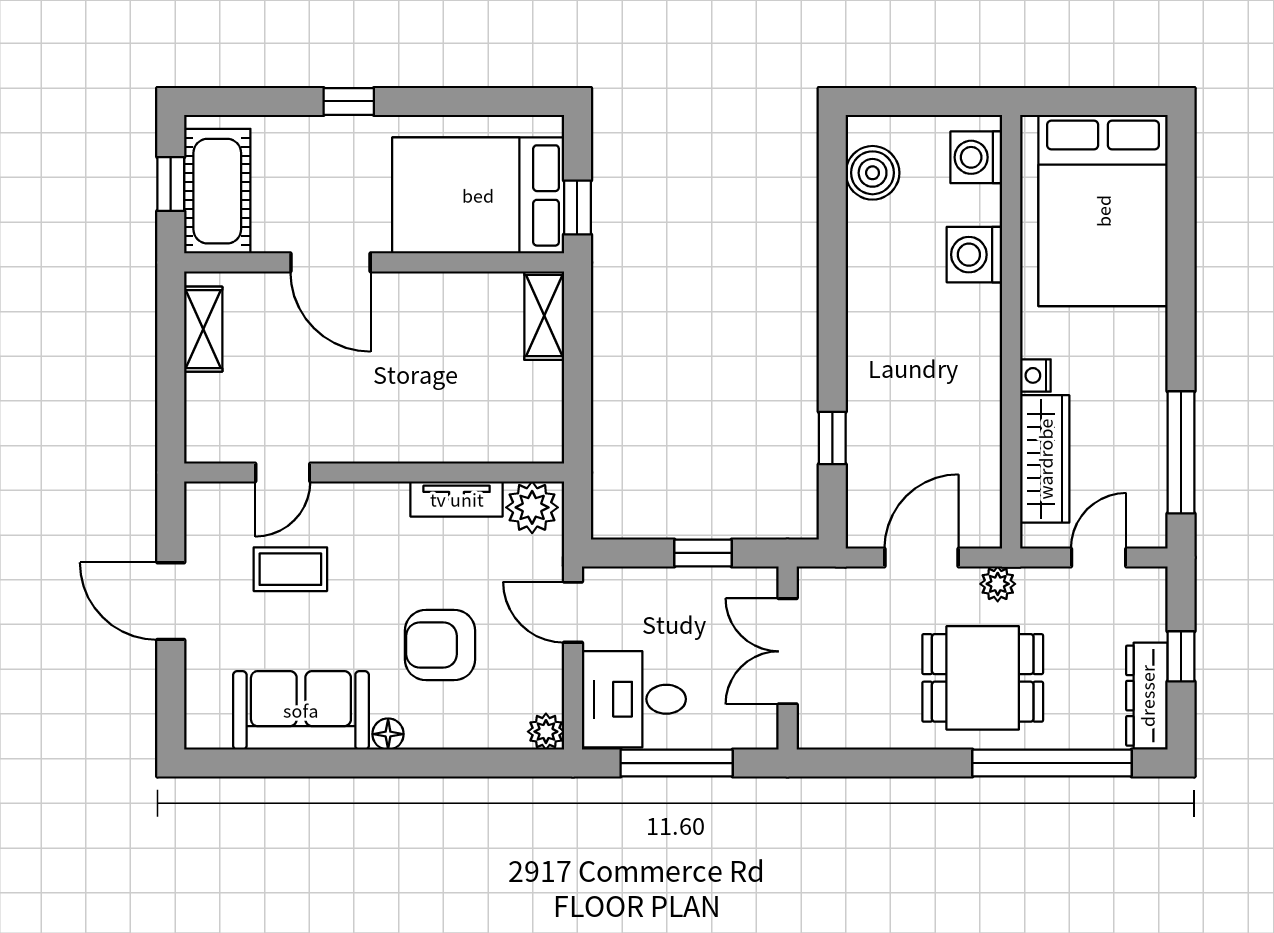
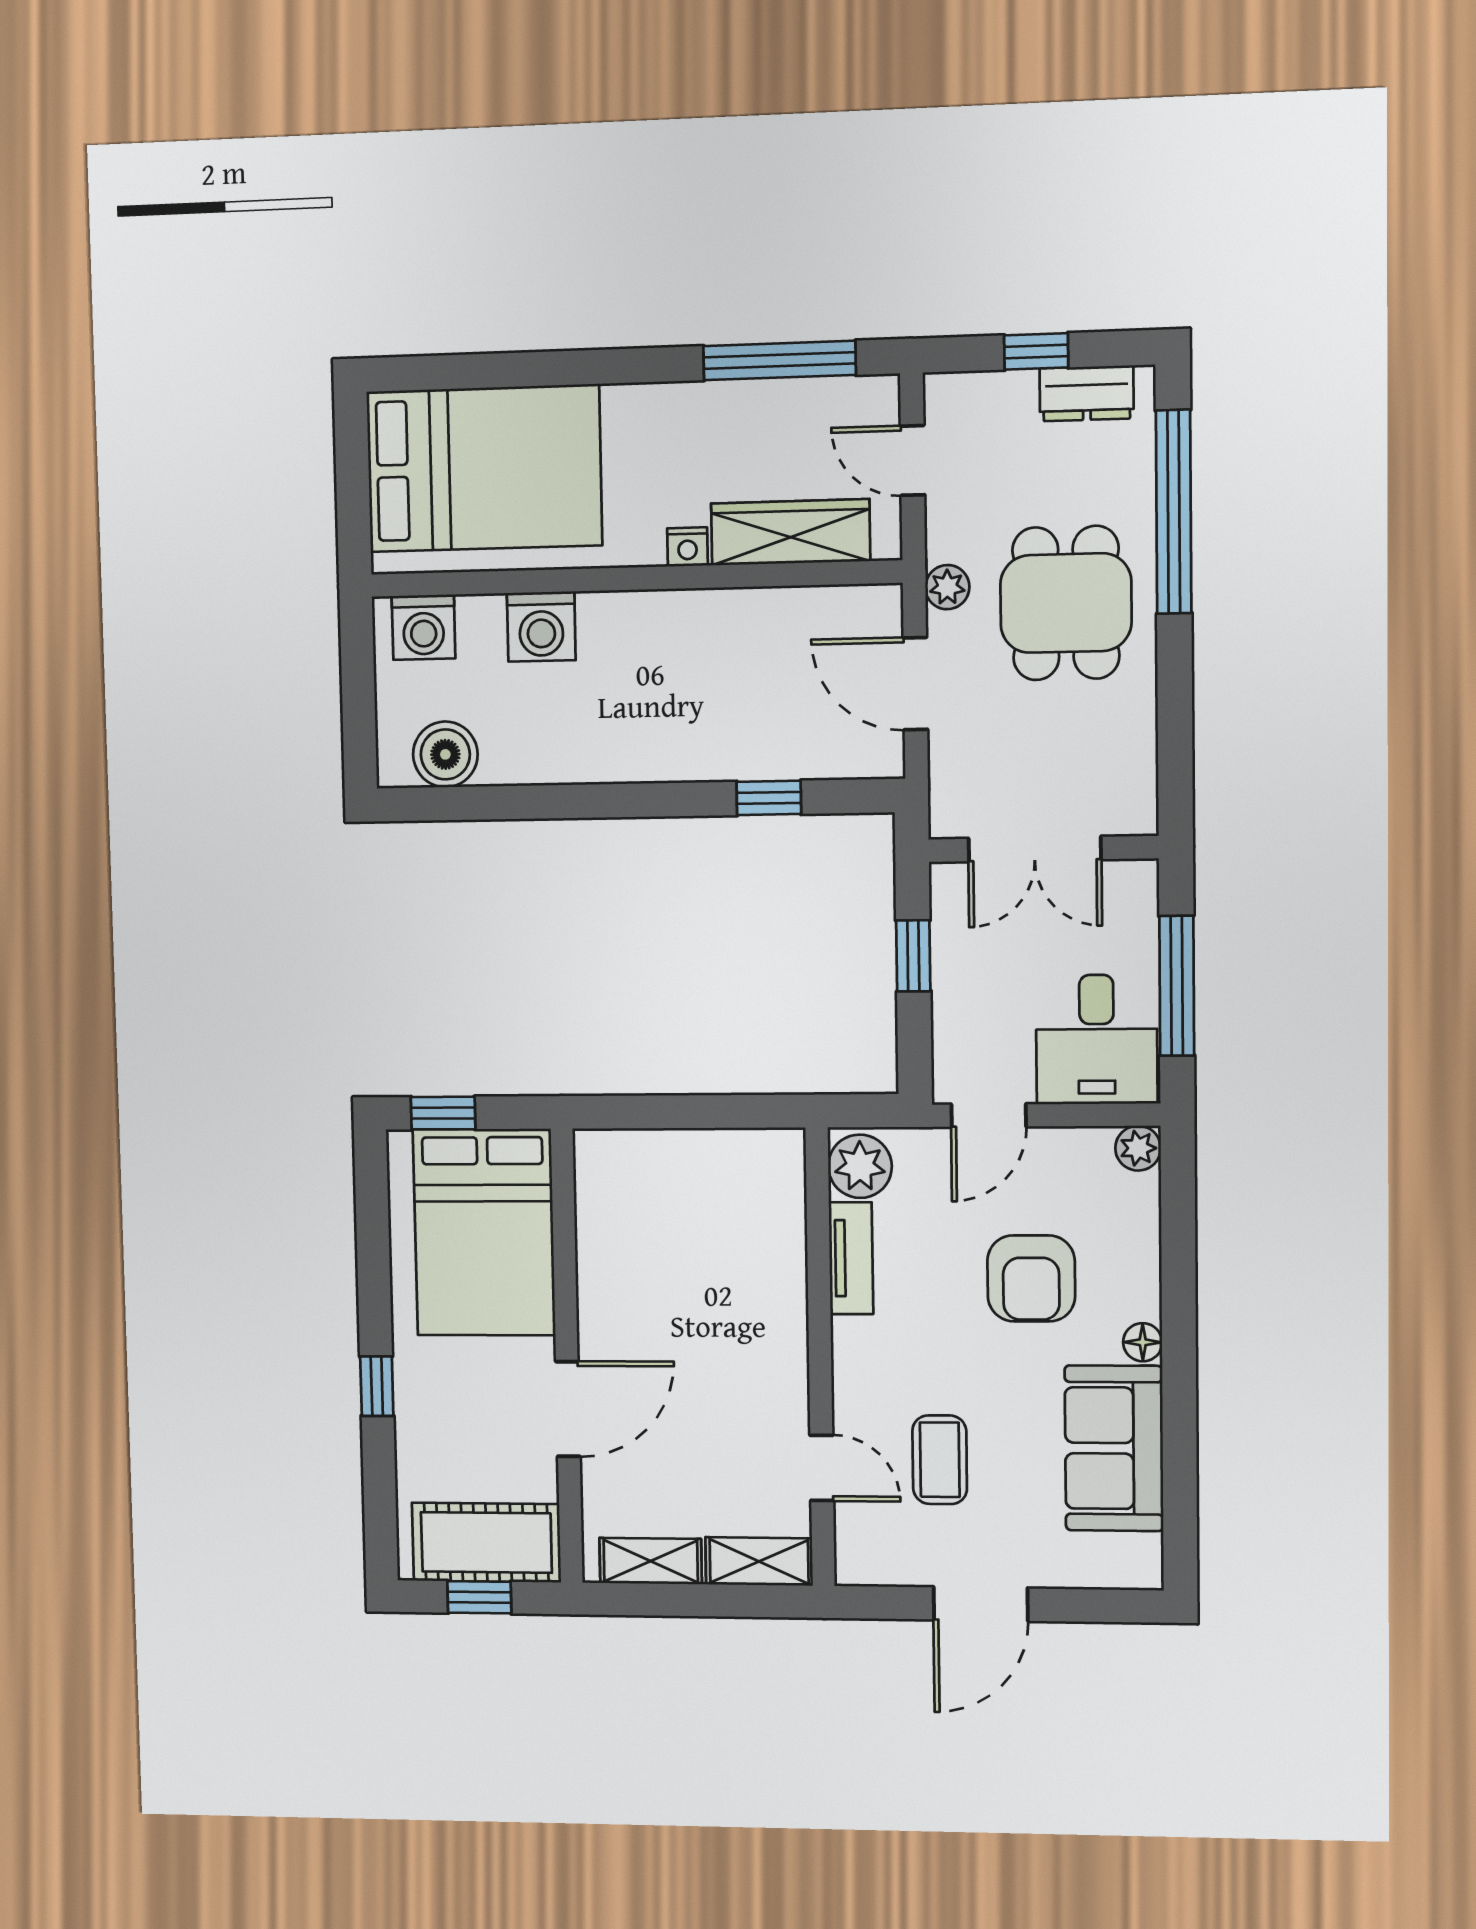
window: (577, 207) -> (443, 1113), moved
shelving: (544, 316) -> (759, 1561), moved
dresser: (1147, 696) -> (1087, 393), width x0.70

